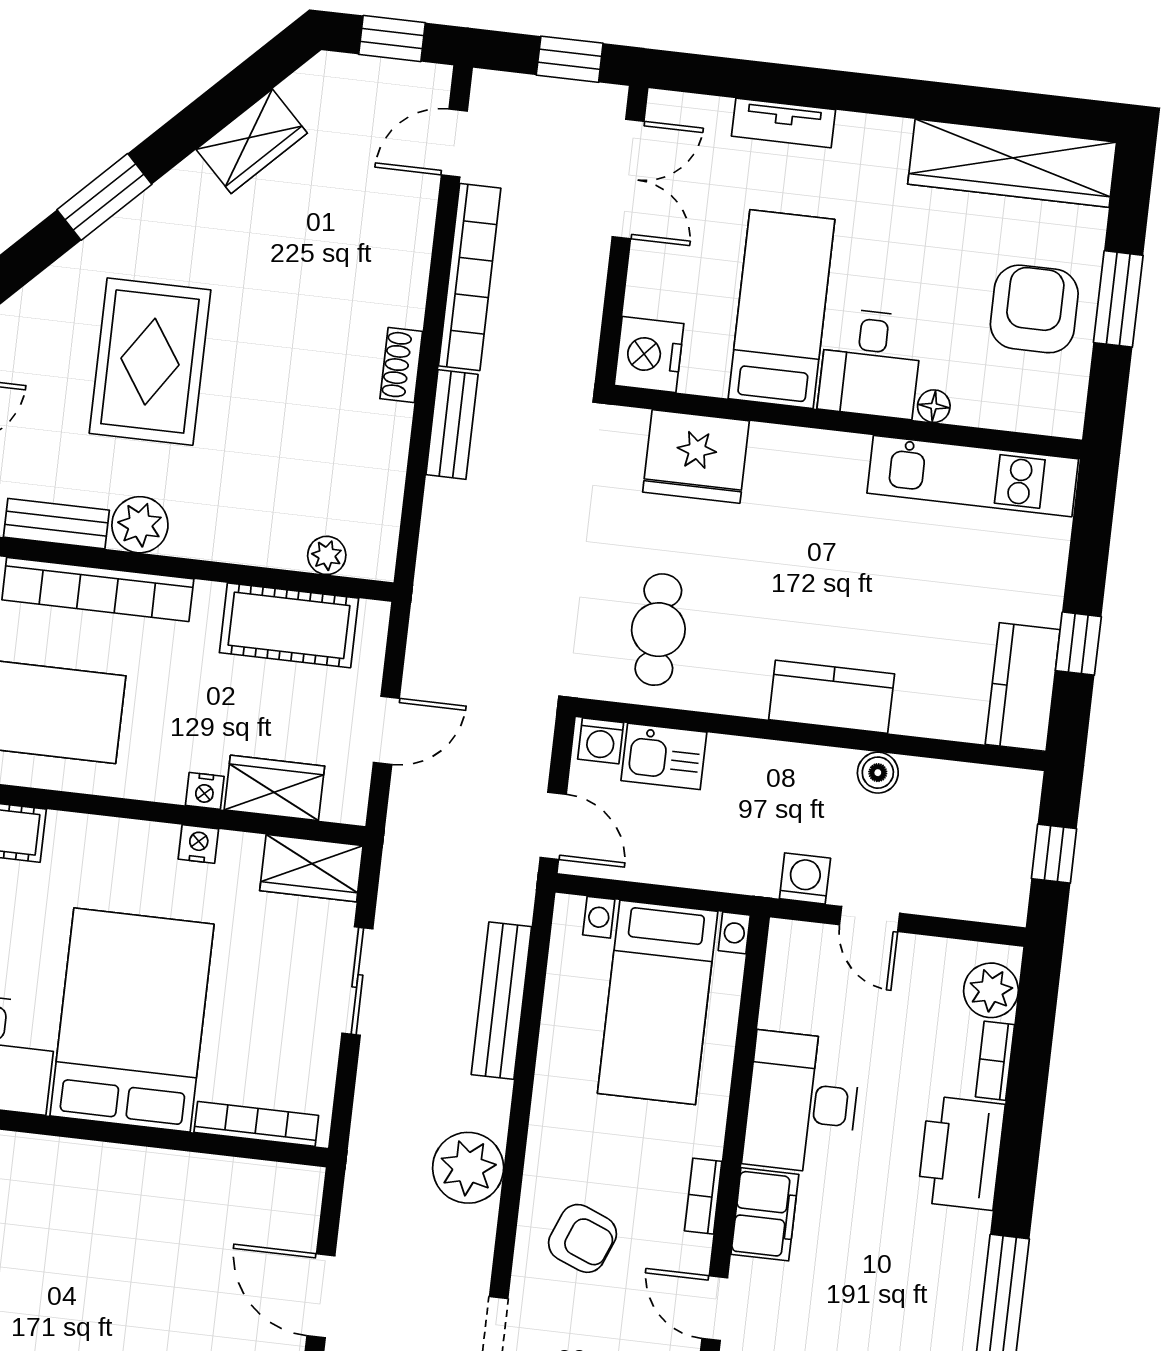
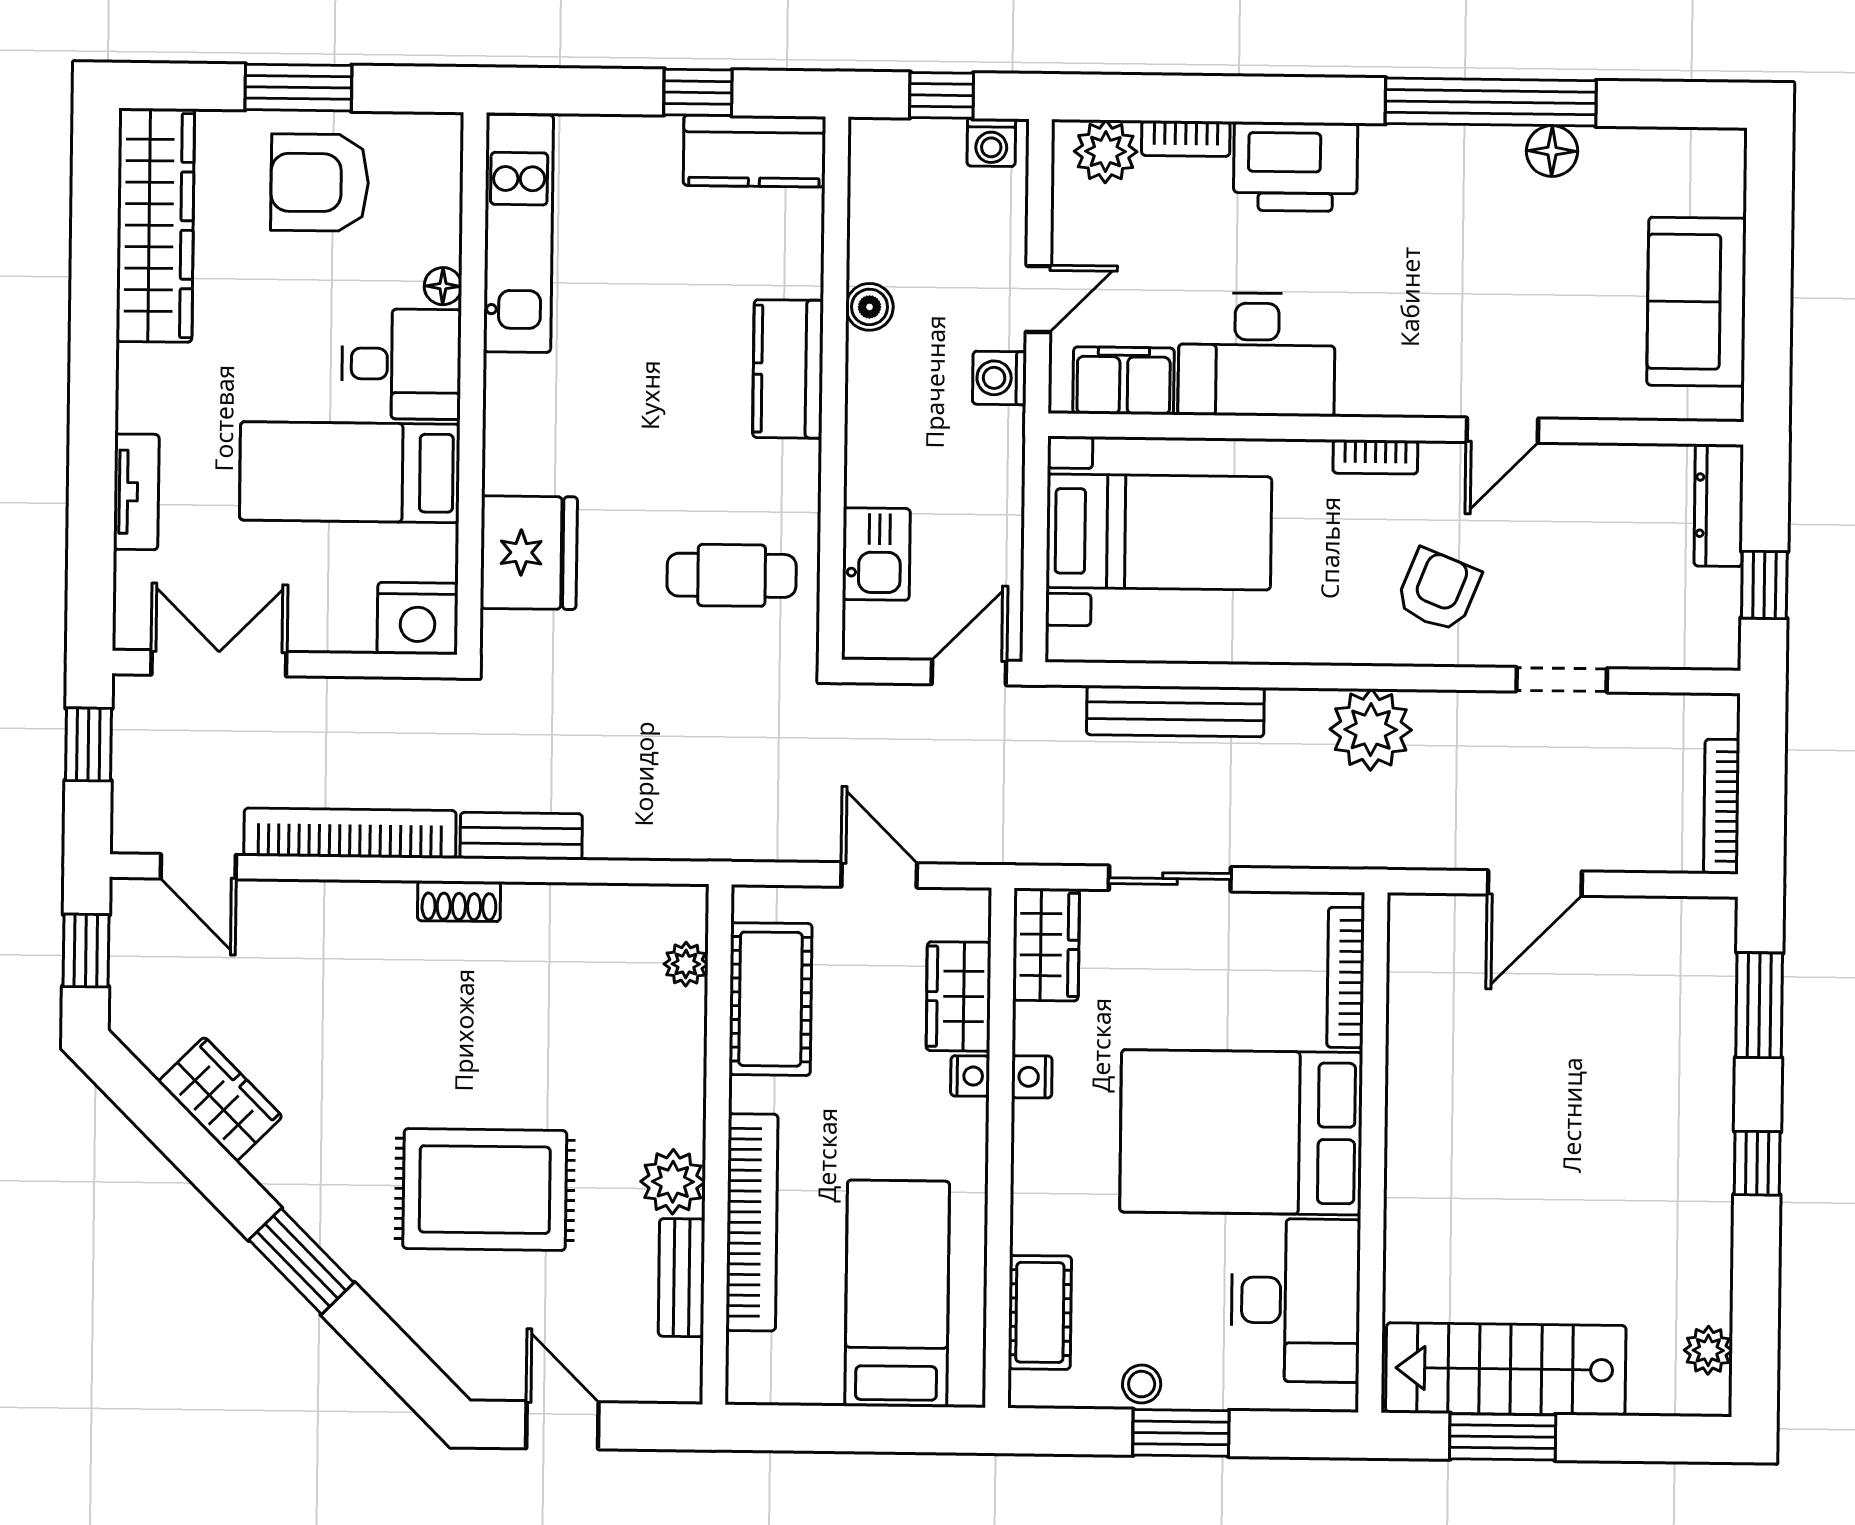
washing machine: (601, 741) -> (991, 143), moved, turned 90
filing cabinet: (765, 1214) -> (1124, 381), moved

